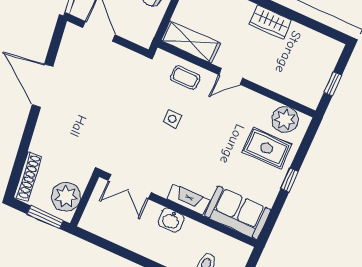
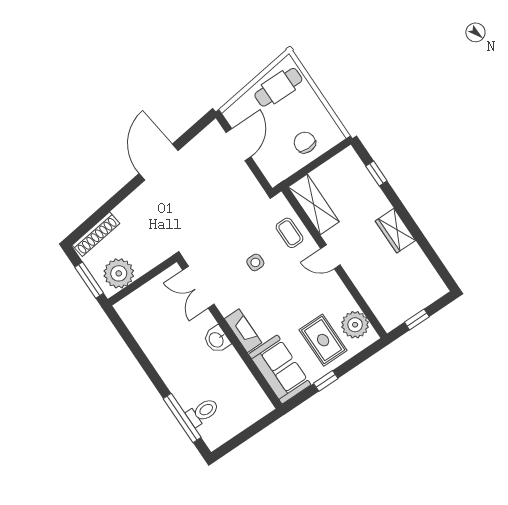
double door: (130, 187) -> (198, 287), moved
fireplace: (188, 200) -> (243, 331), moved
wall: (178, 208) -> (229, 333), moved
sofa: (238, 213) -> (280, 369), moved
washbasin: (171, 220) -> (217, 340), moved

